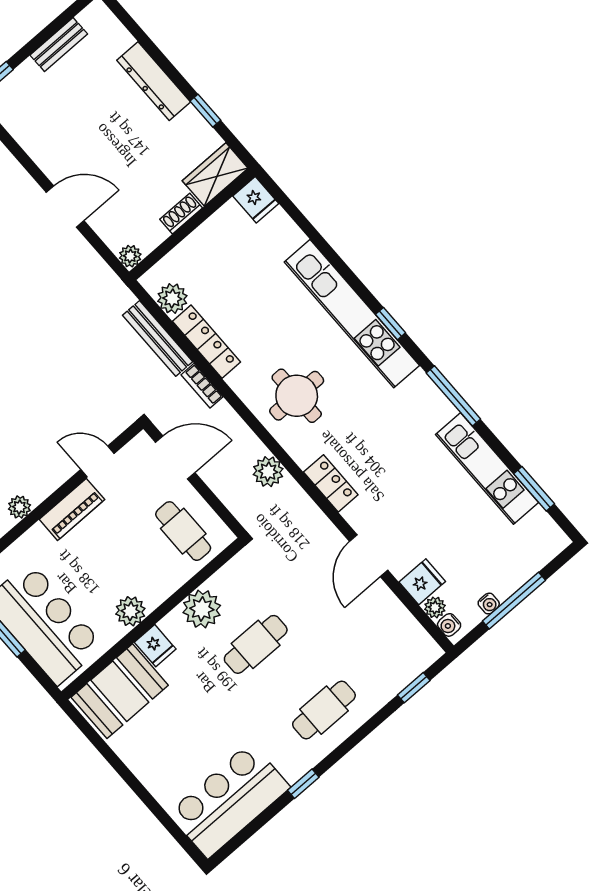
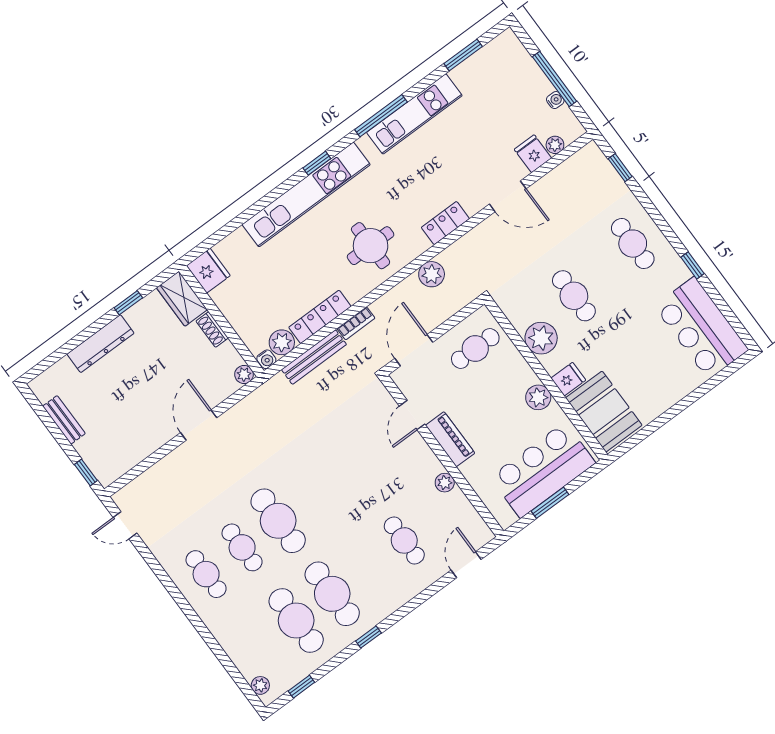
fridge: (256, 200) -> (208, 271), width x1.38
kitchen unit: (487, 469) -> (414, 114), moved
water cooler: (449, 625) -> (266, 359), moved

